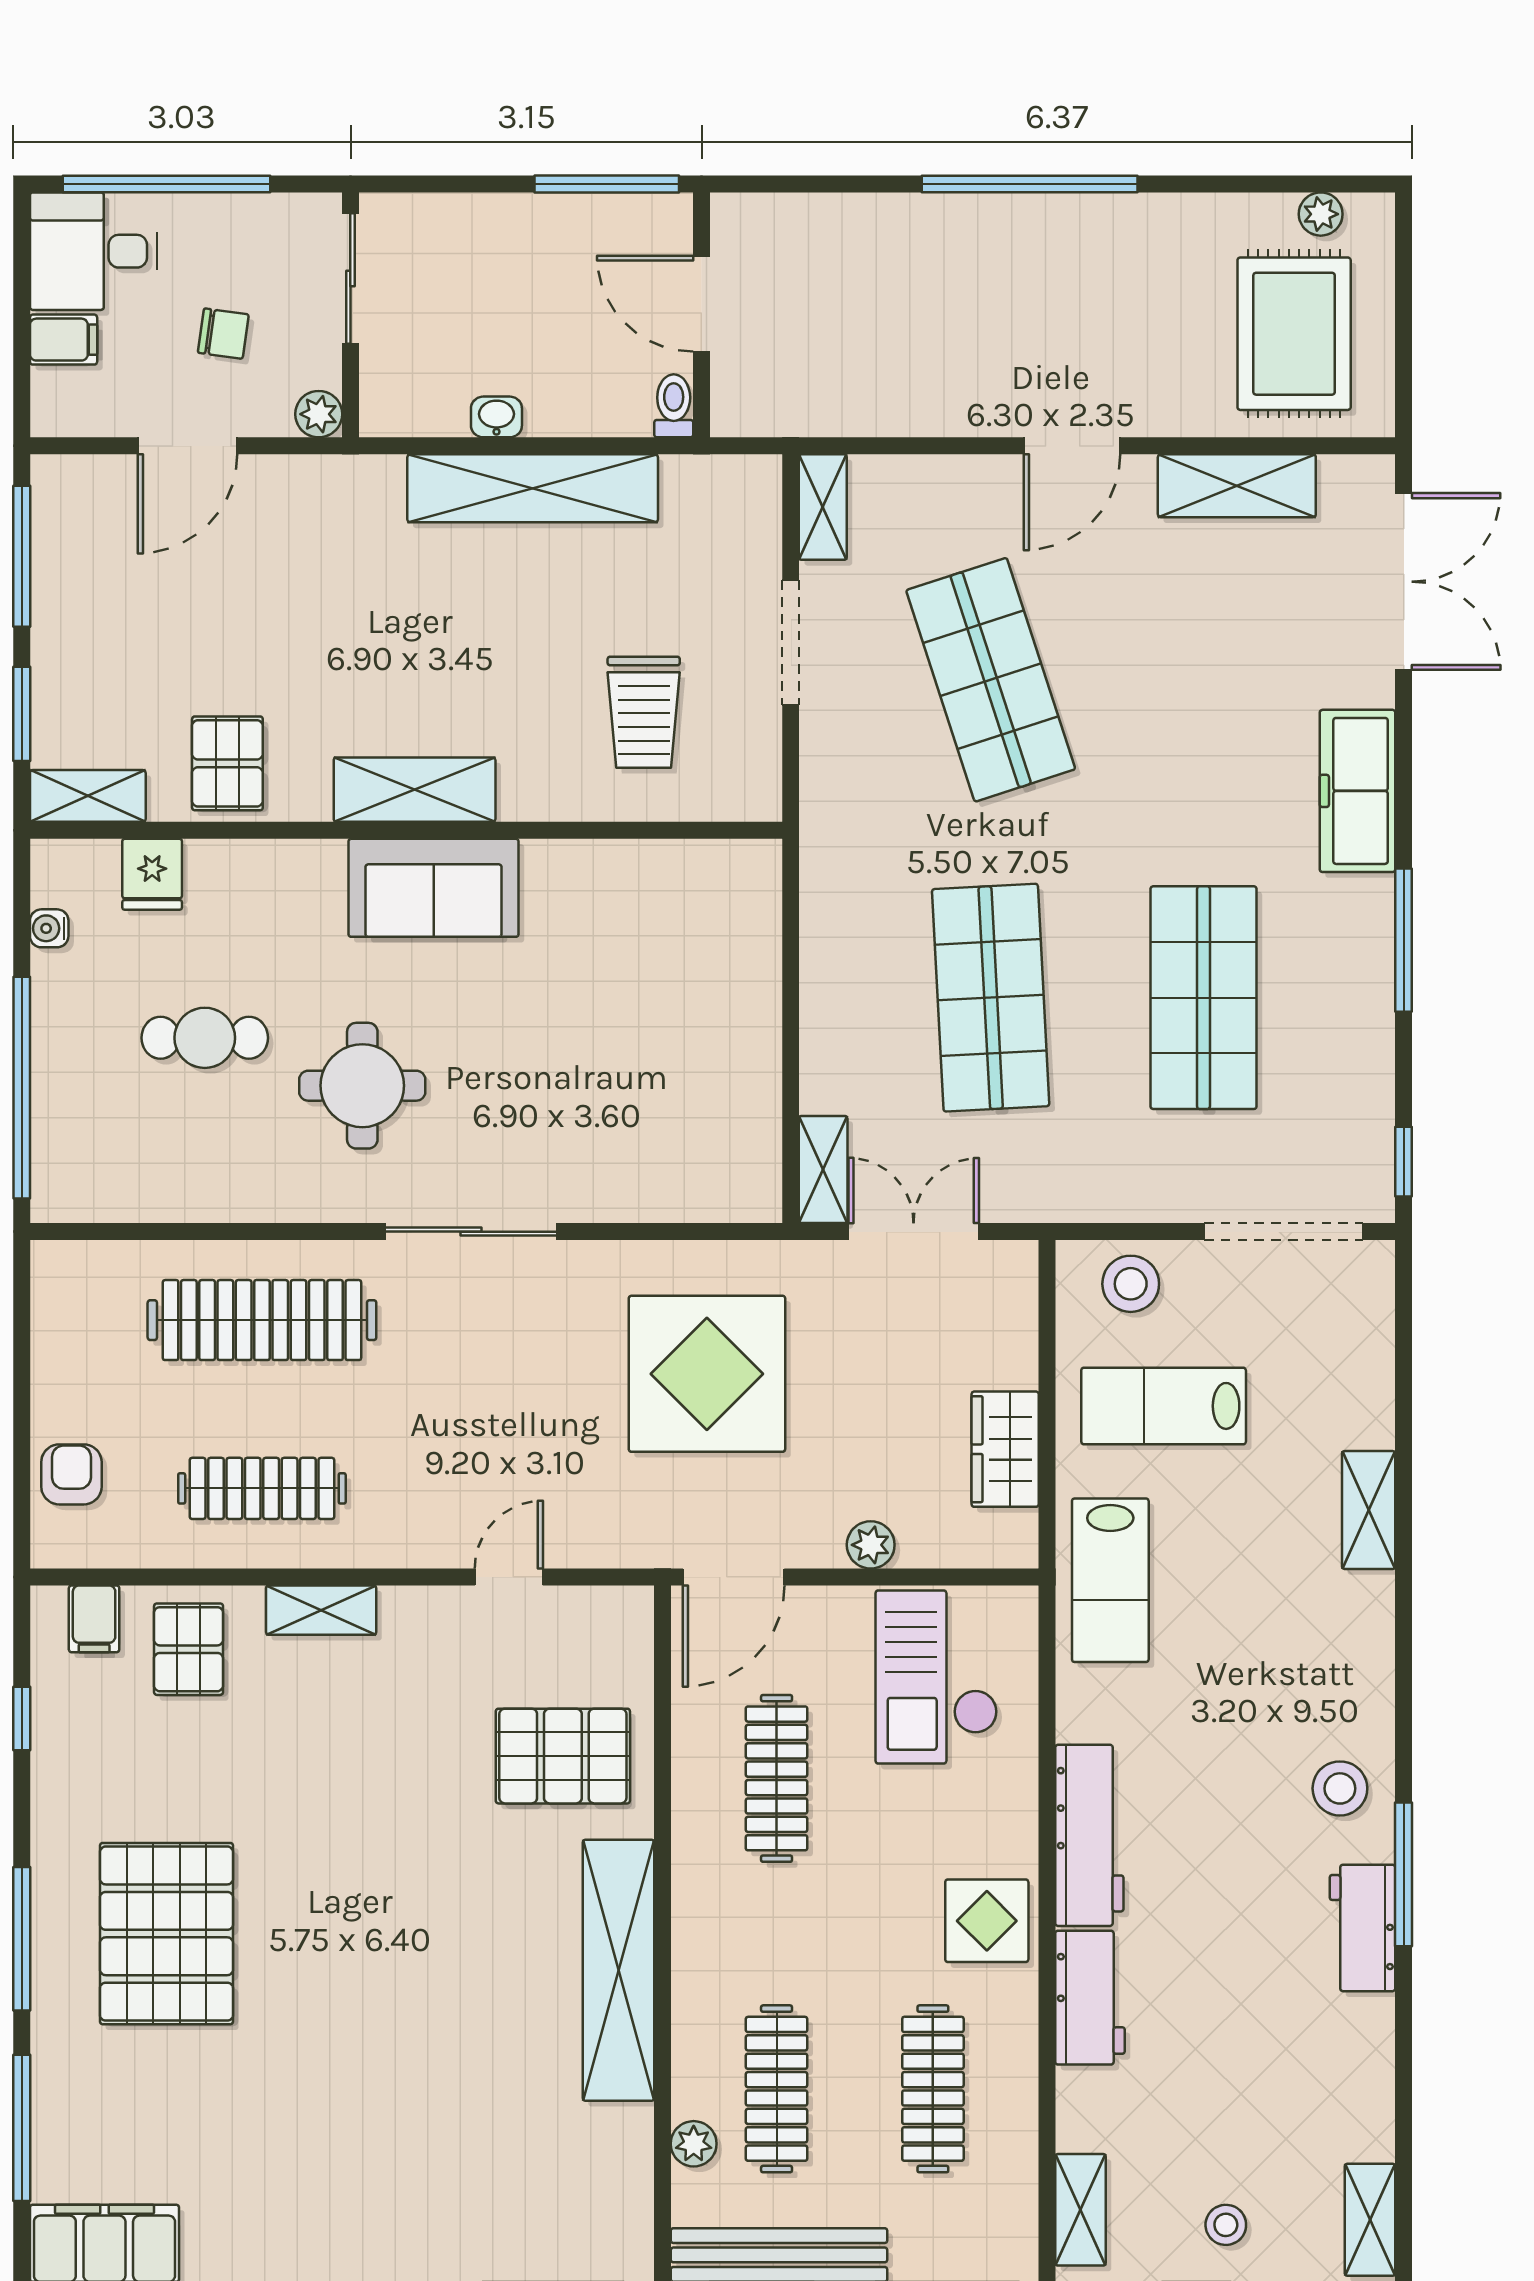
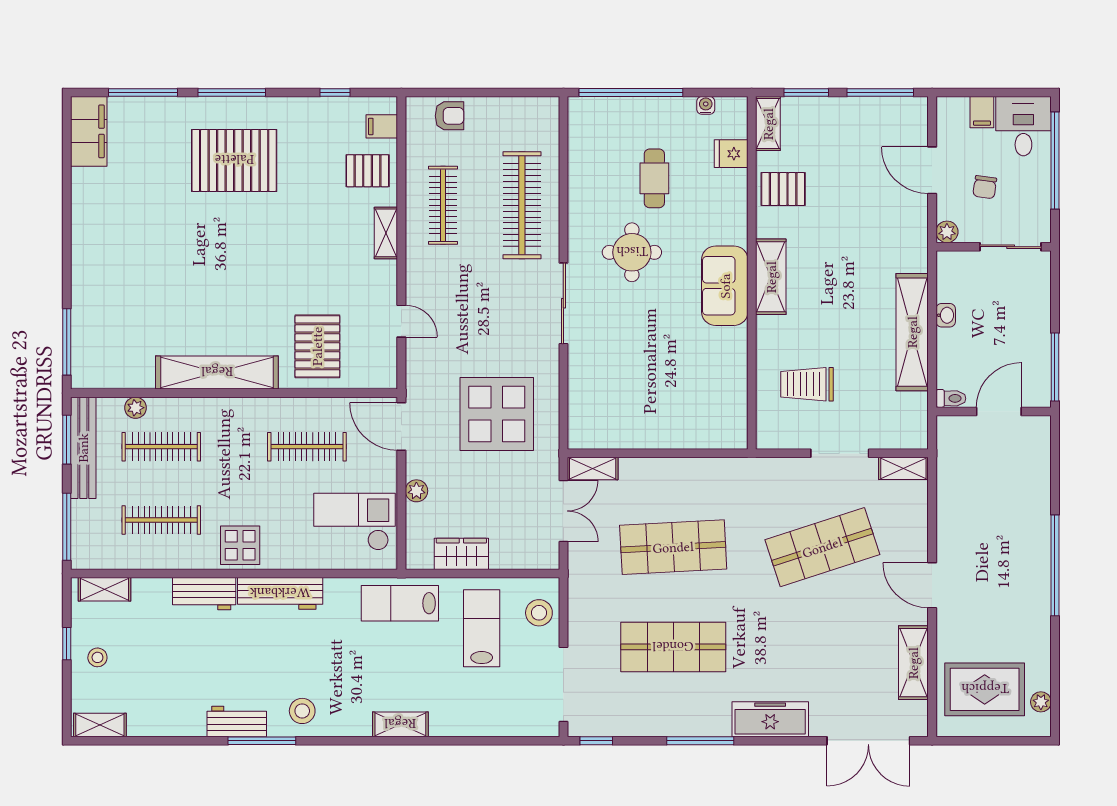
shelving: (1369, 1510) -> (400, 724), moved

